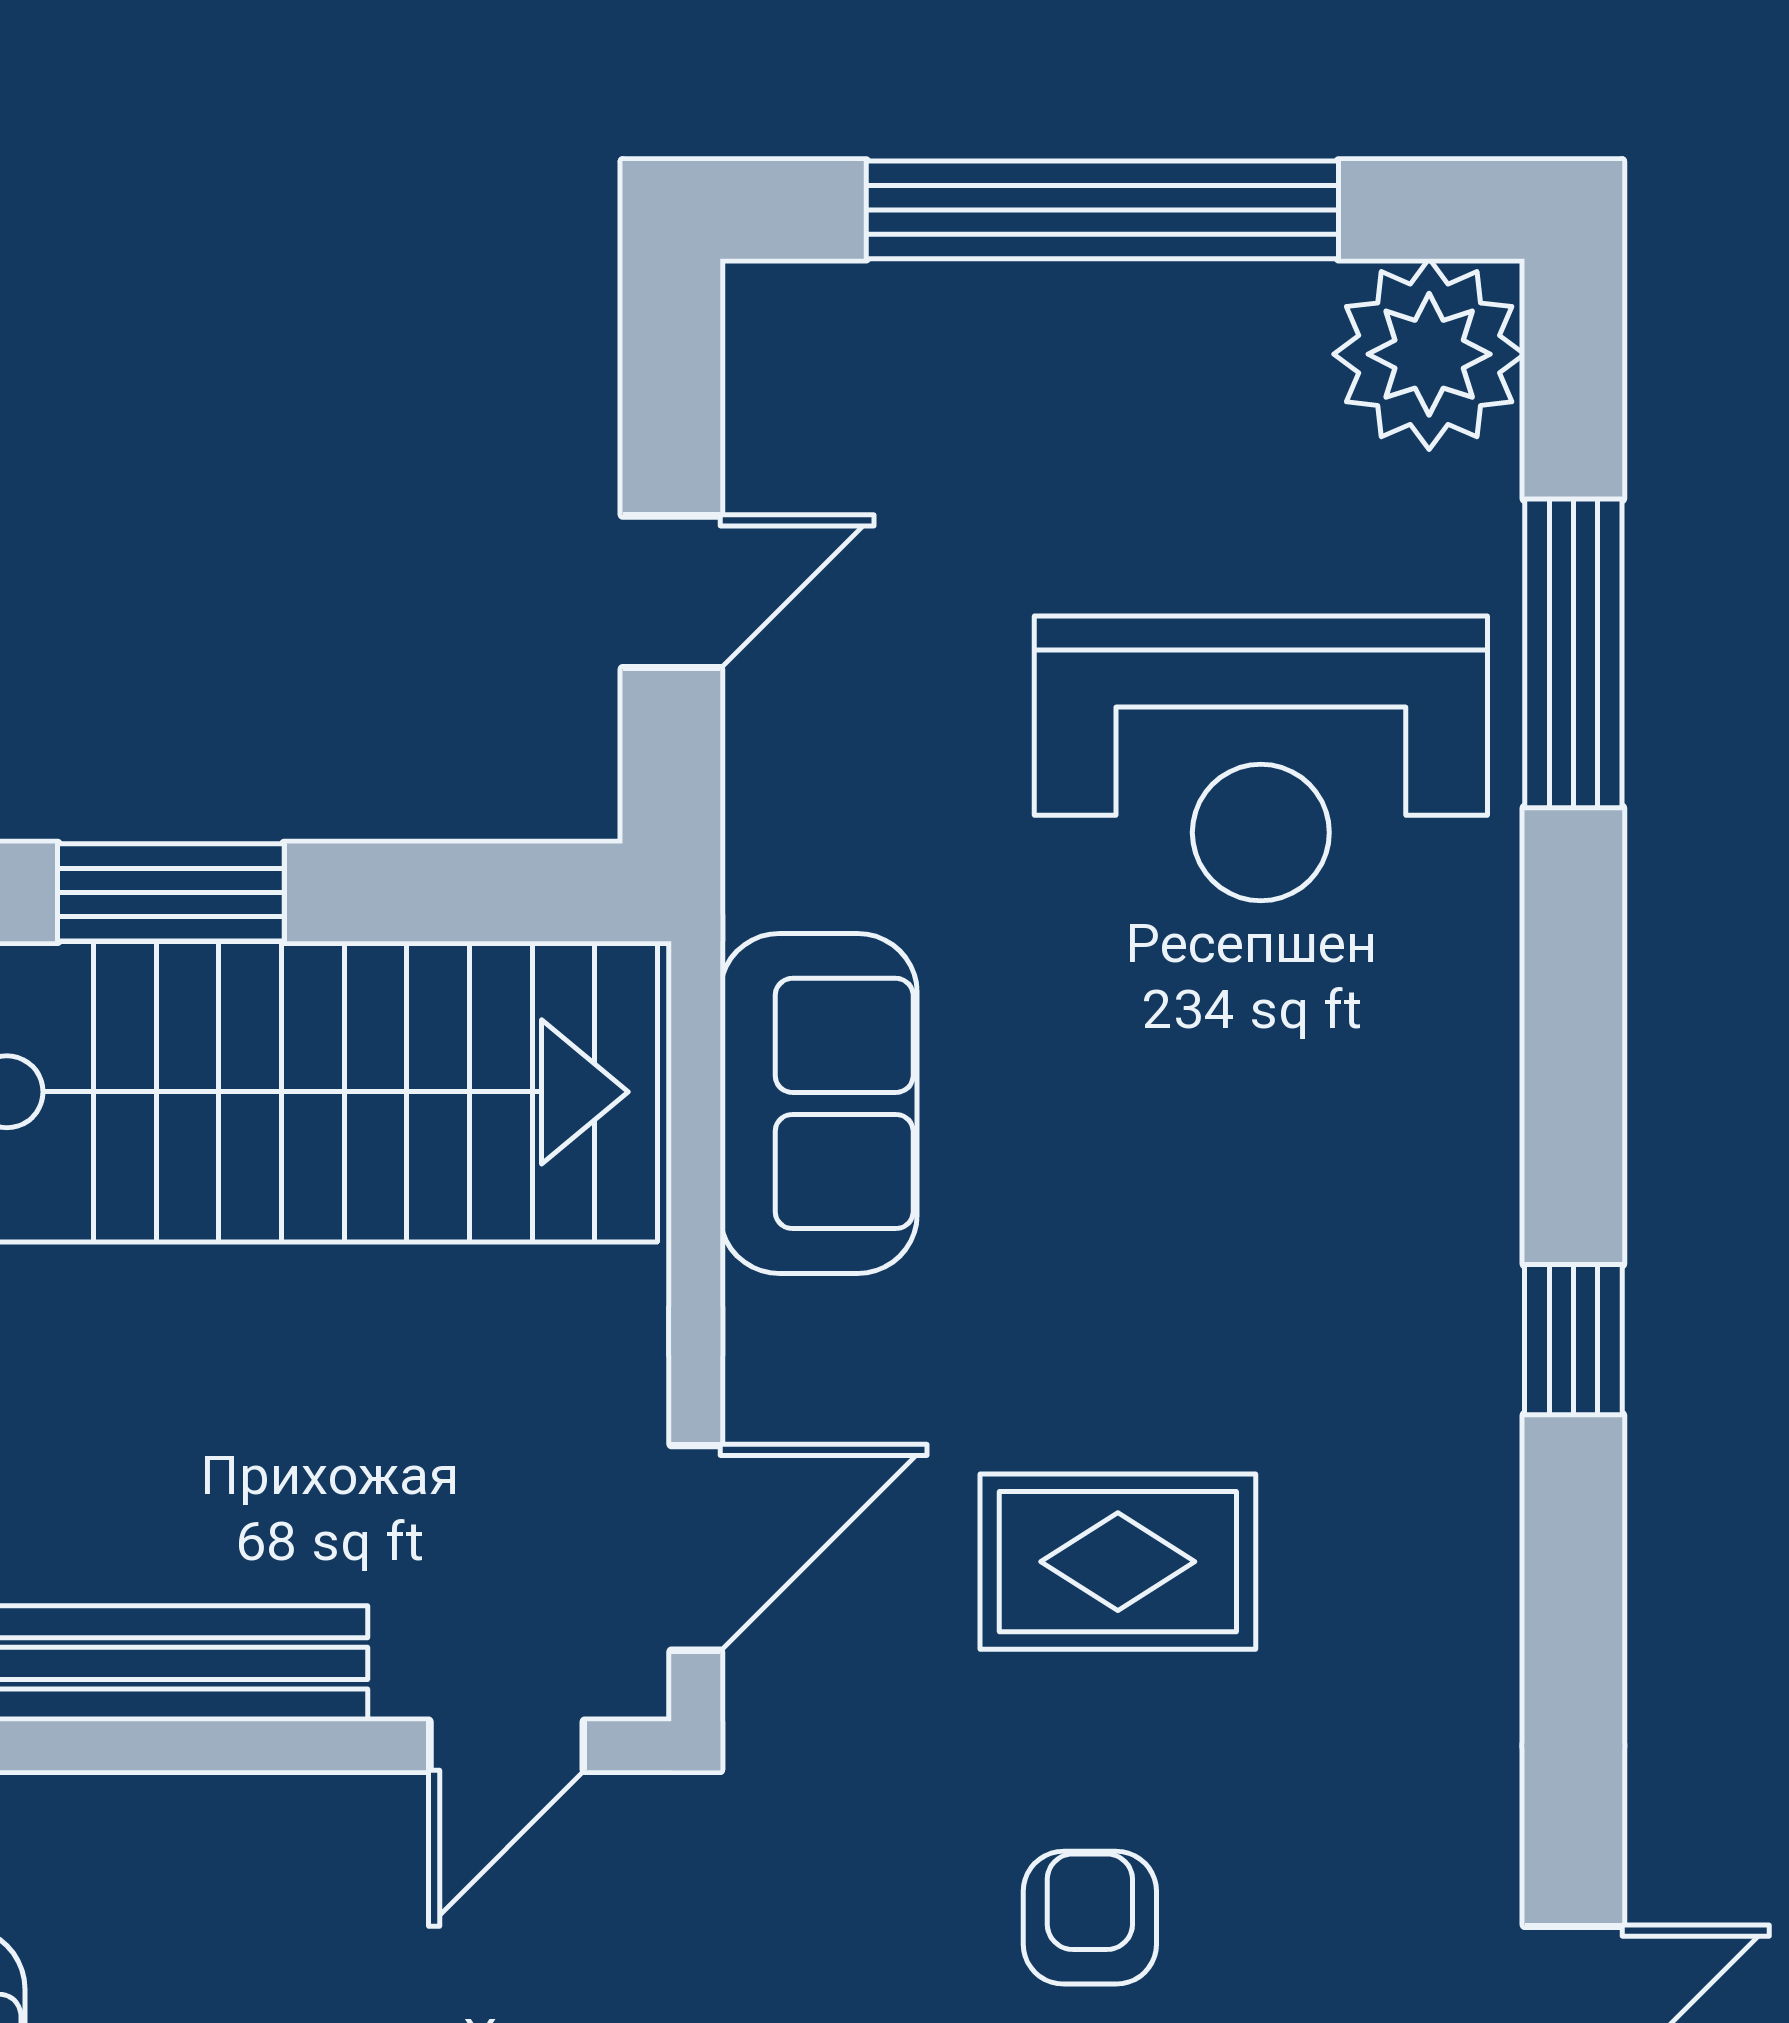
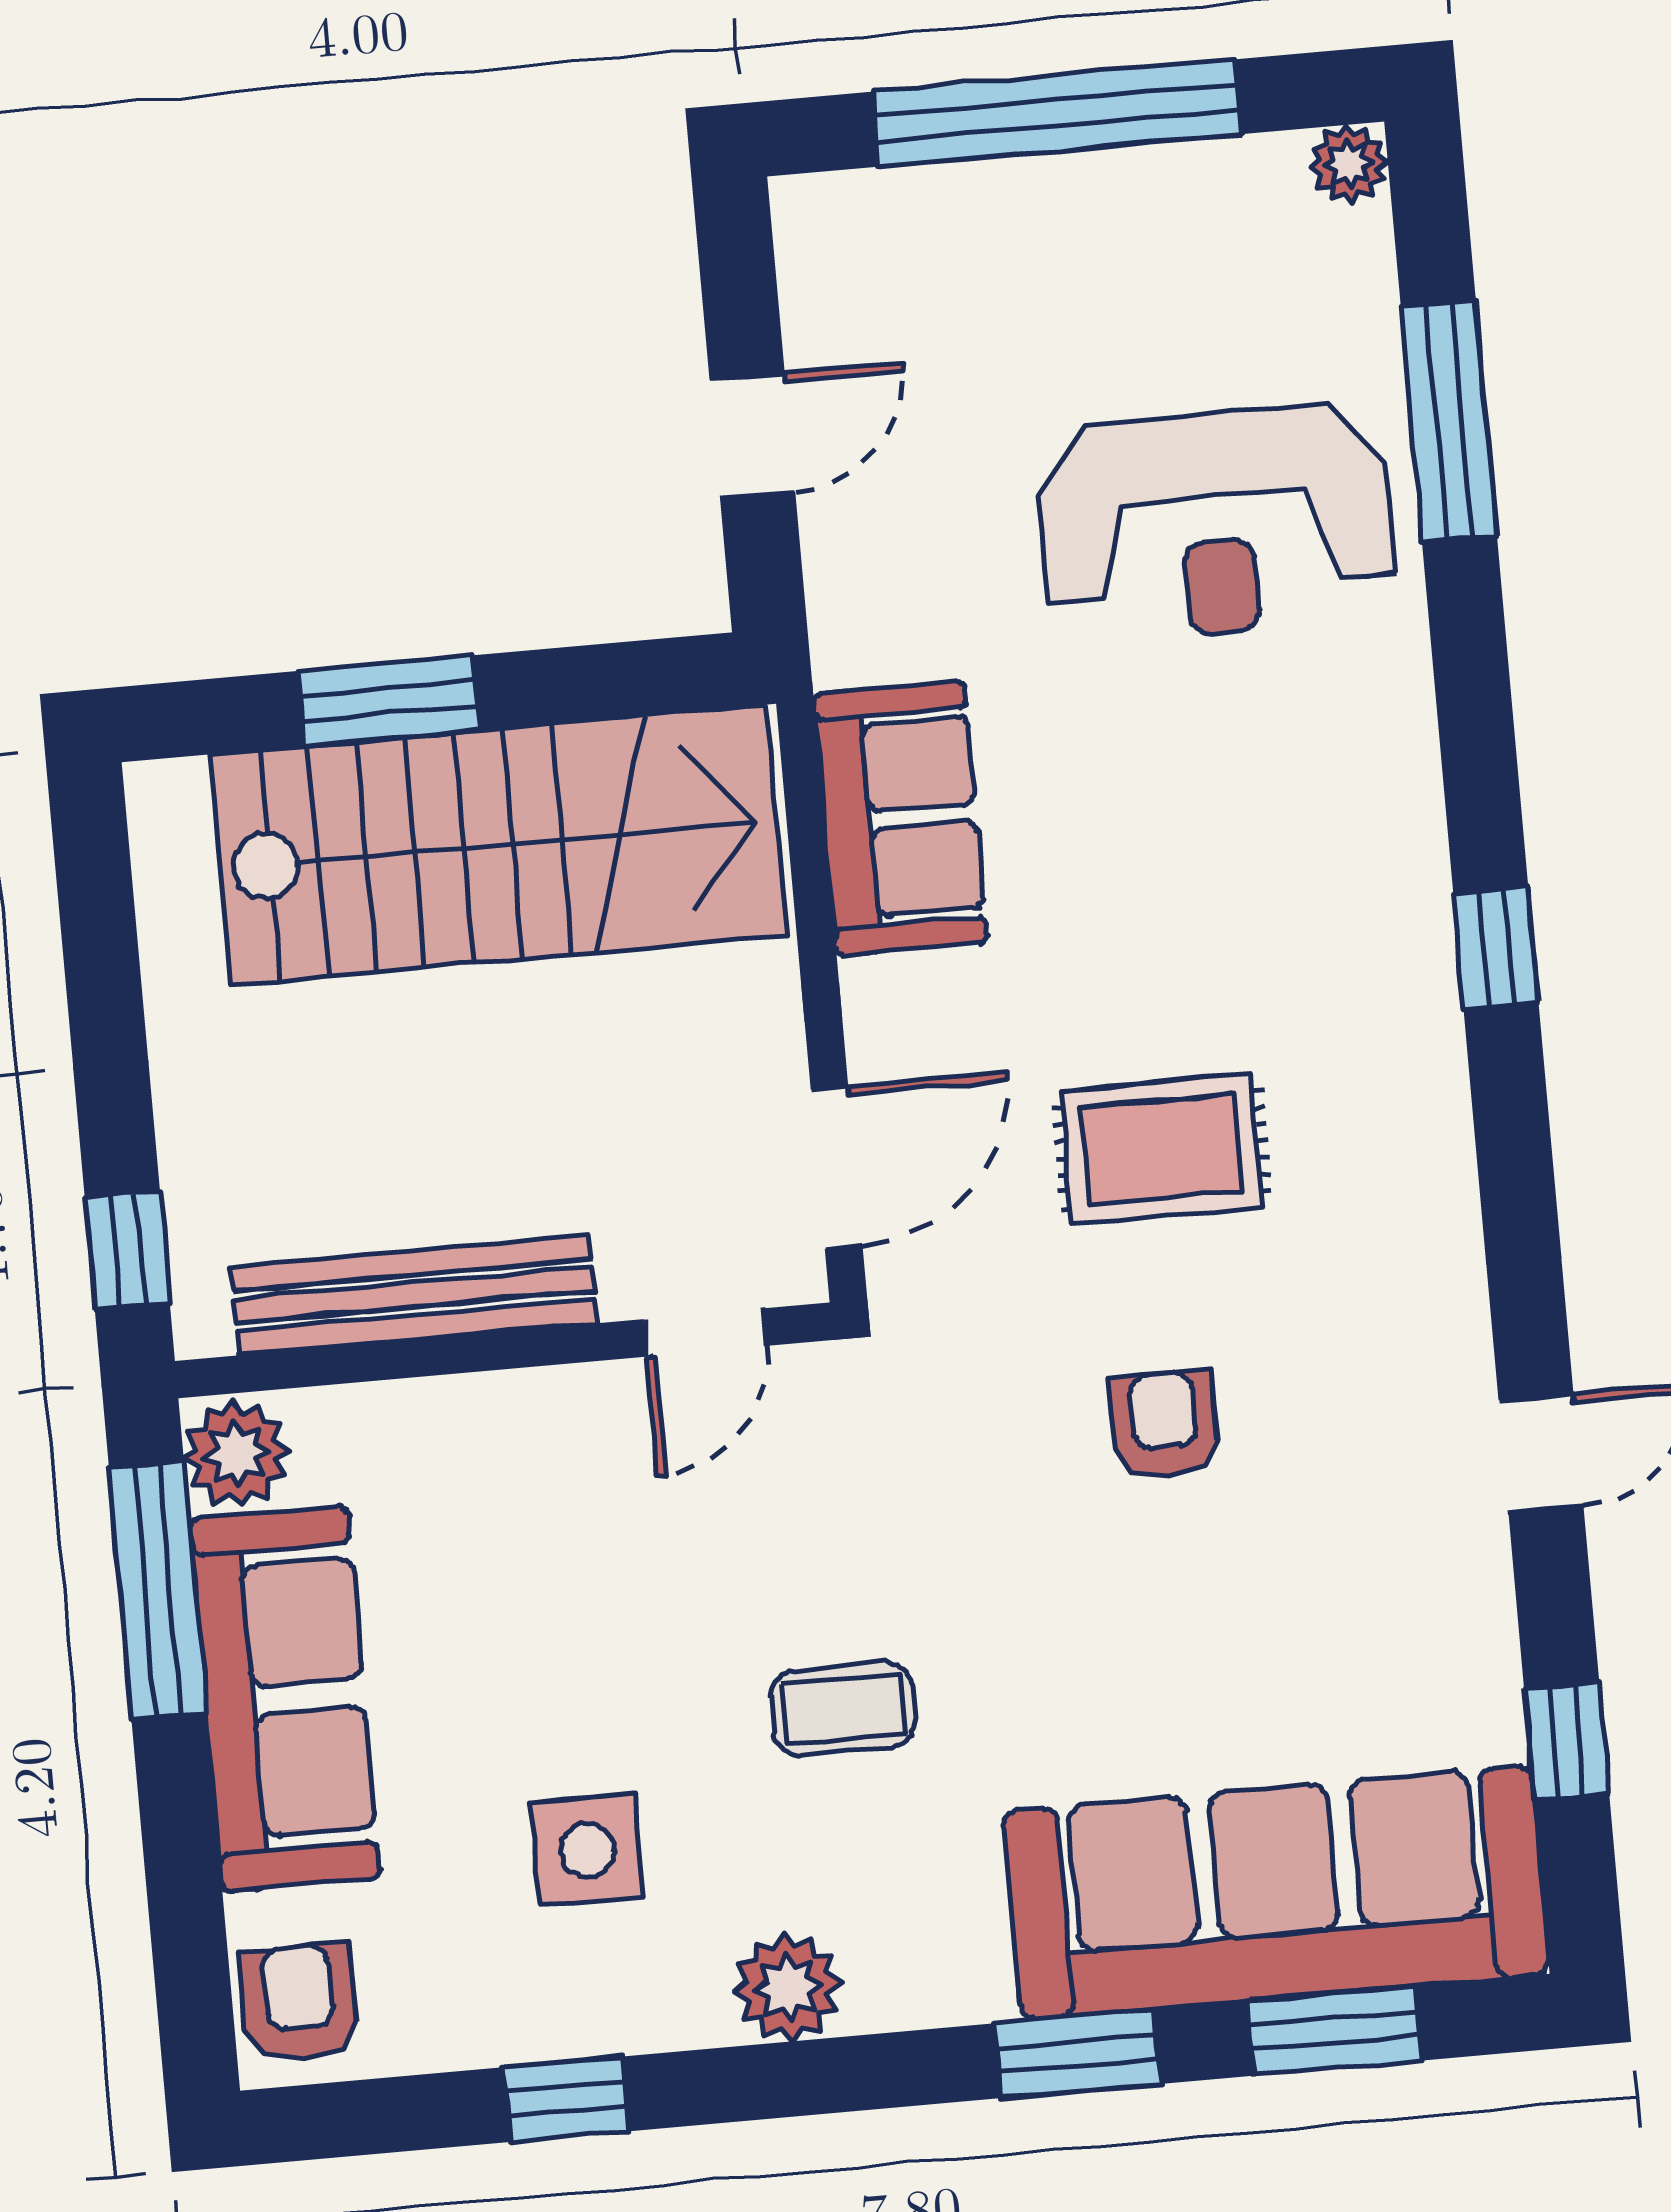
plant: (1429, 354) -> (1349, 164), width x0.53, depth x0.53

